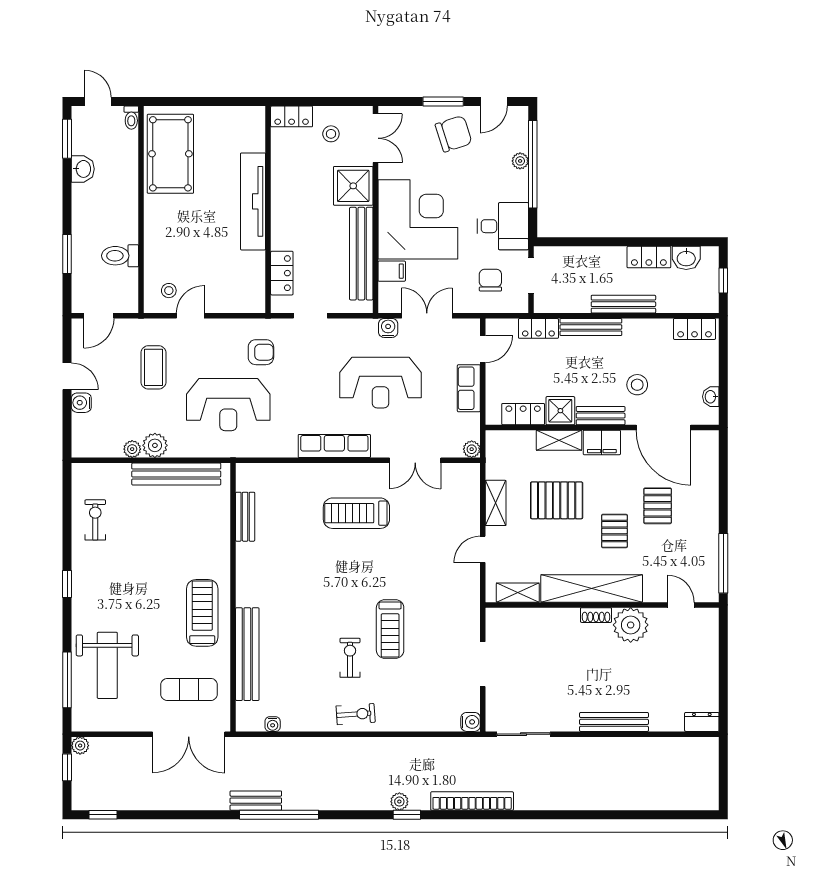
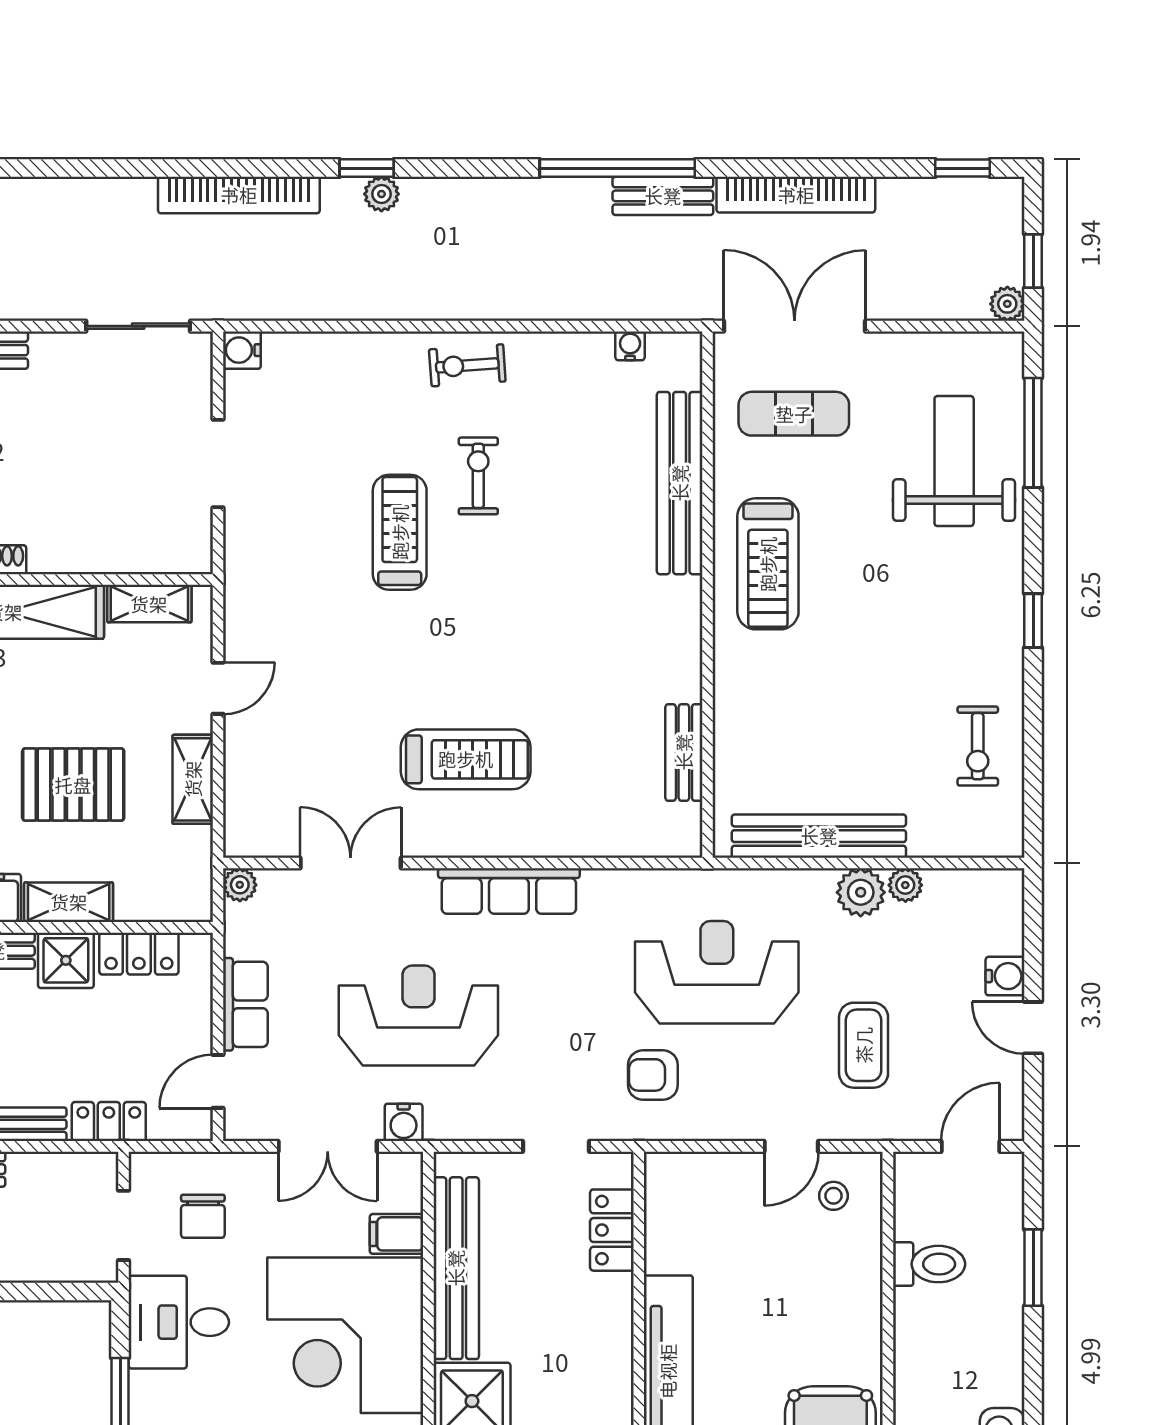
exercise bike: (350, 658) -> (478, 476), turned 180
bookcase: (188, 801) -> (796, 195), added

